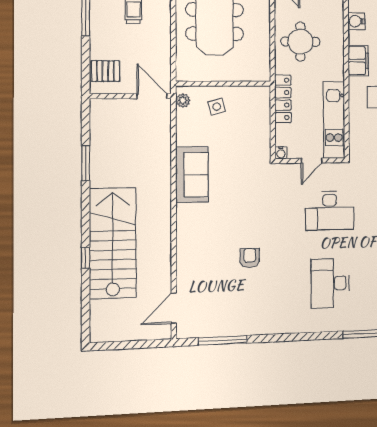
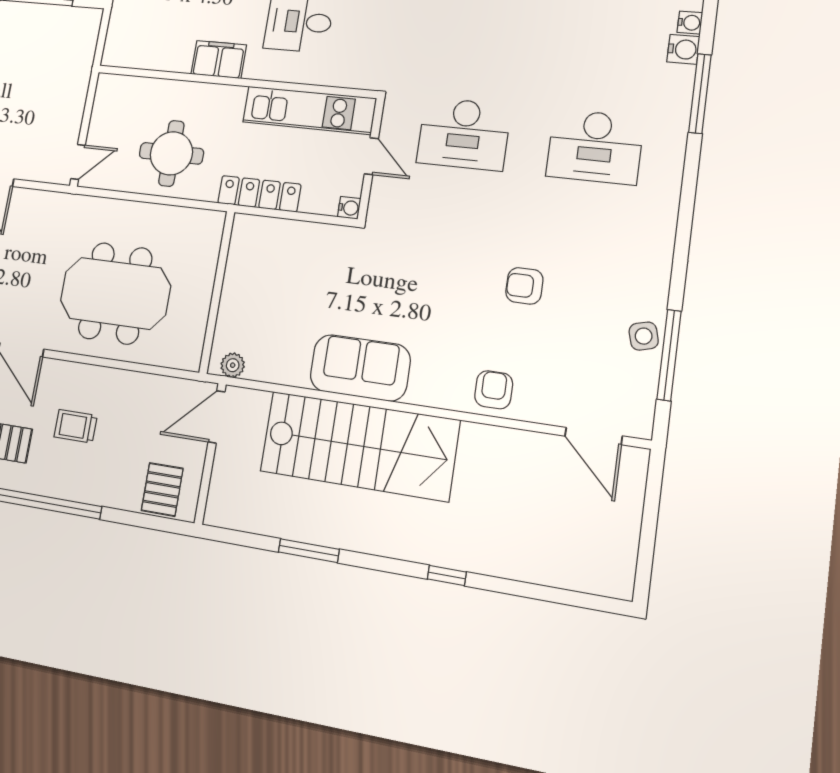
water cooler: (356, 21) -> (155, 56), removed
side table: (217, 107) -> (644, 336), moved
desk: (330, 211) -> (464, 134), turned 90
stairs: (113, 243) -> (359, 446), moved, turned 180
armchair: (191, 251) -> (494, 390), added
window: (86, 258) -> (447, 576), moved

